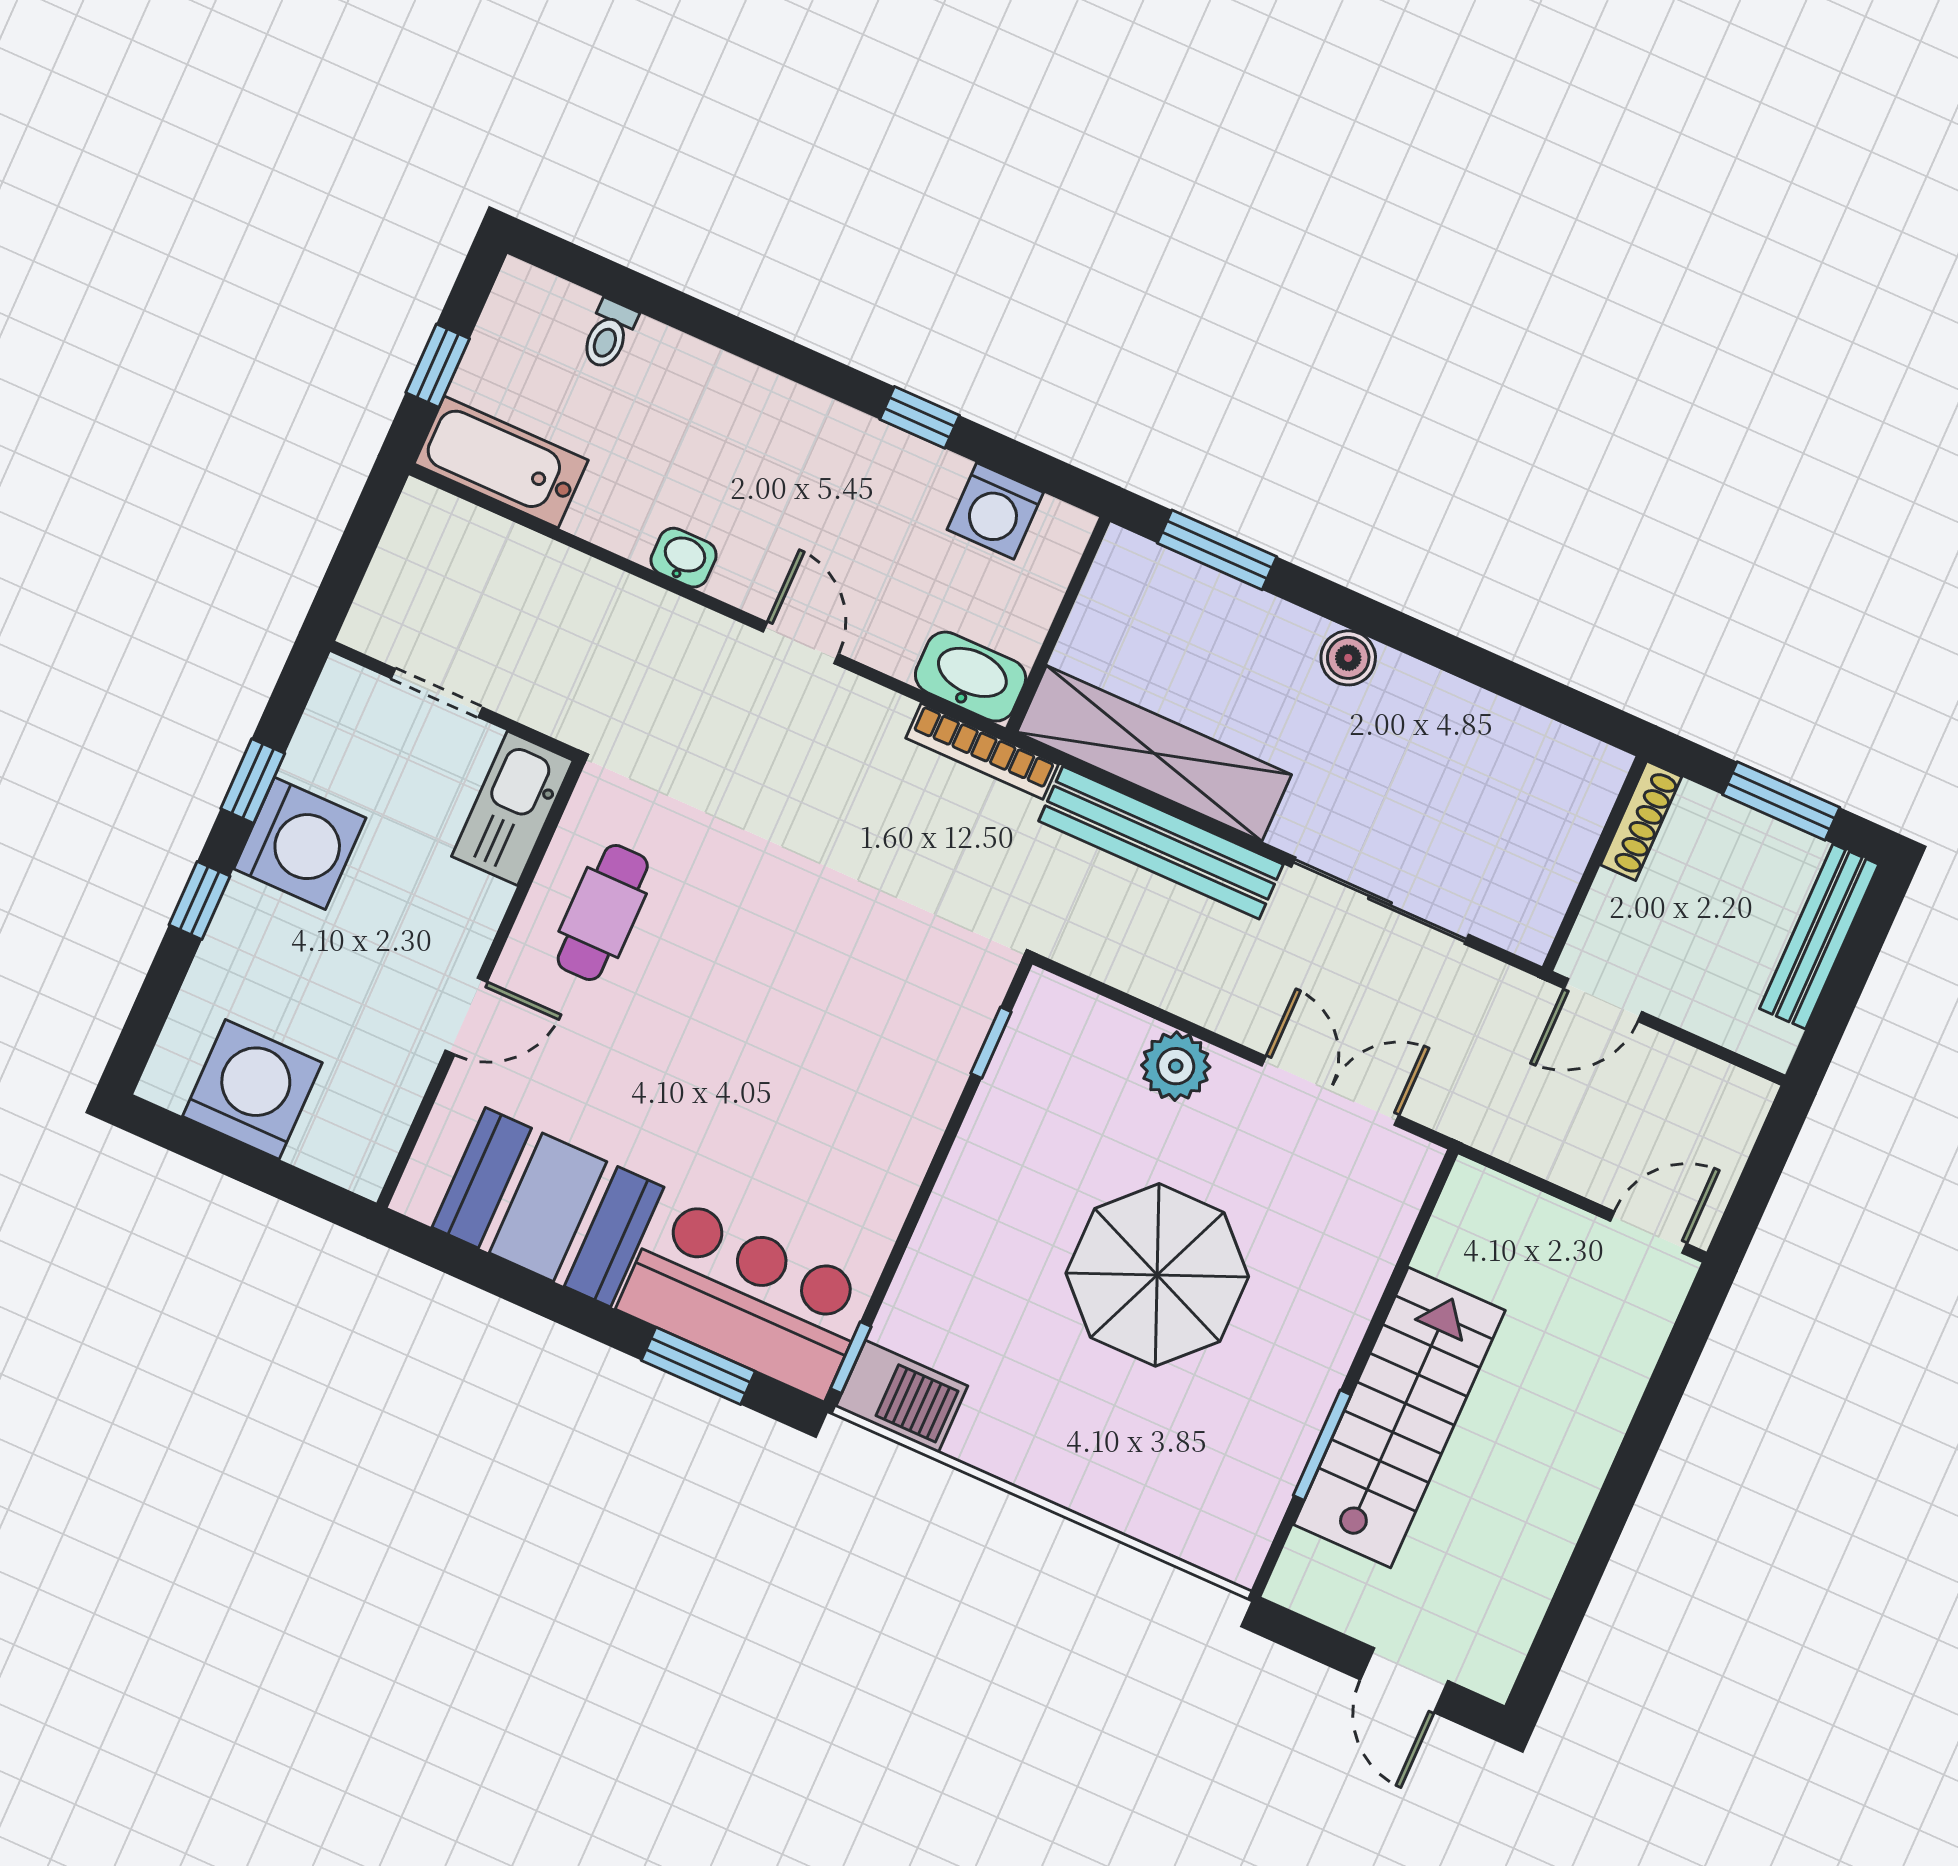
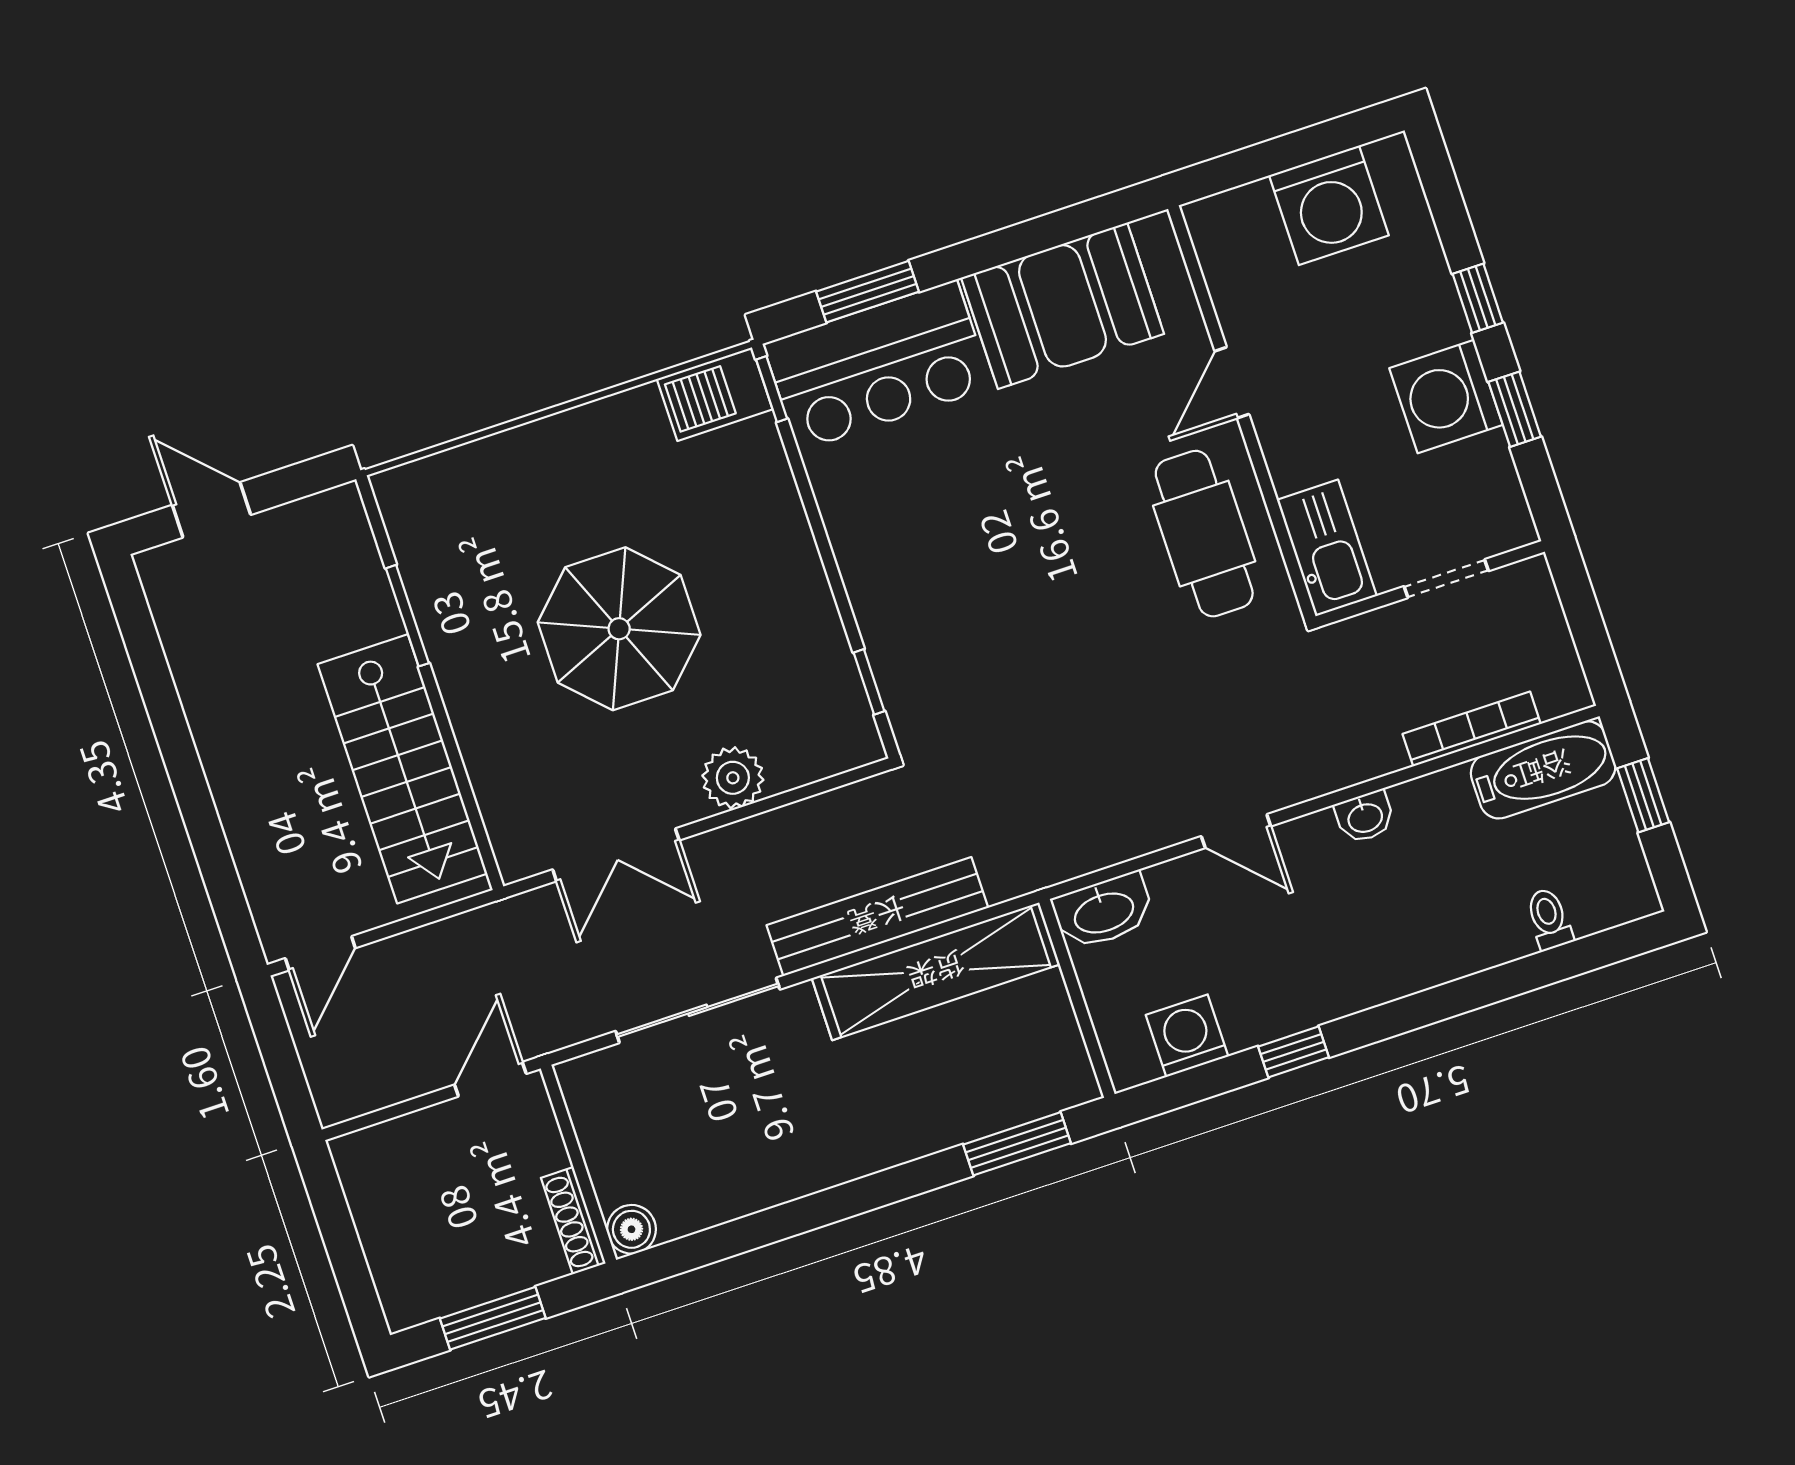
boiler: (1348, 658) -> (631, 1229), moved
bookcase: (982, 751) -> (1472, 729), moved
cafe table: (603, 912) -> (1204, 534), width x1.37, depth x1.35
bench: (1819, 937) -> (386, 1252), removed
stairs: (1399, 1417) -> (402, 769), moved

